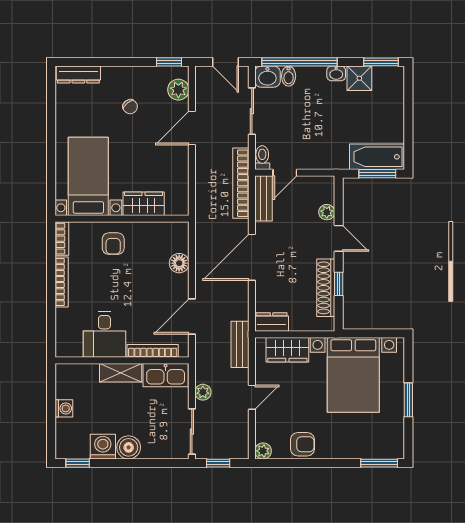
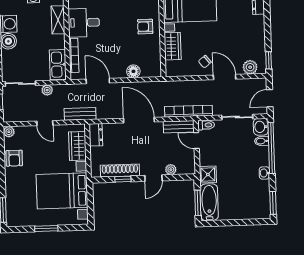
shower: (359, 78) -> (208, 175), moved
chair: (130, 107) -> (205, 62), moved
shelving: (121, 373) -> (58, 20), moved

